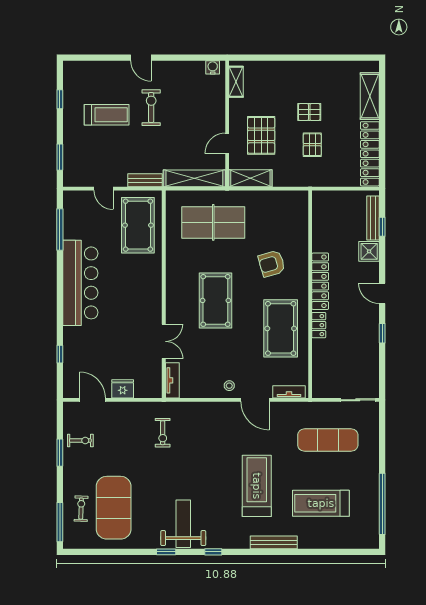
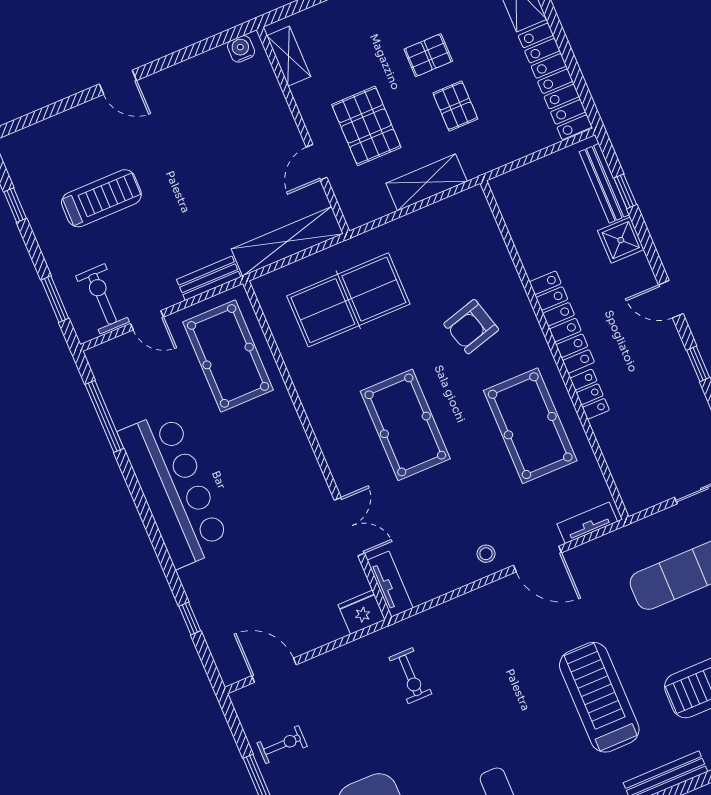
exercise bike: (151, 108) -> (102, 299), moved
shelving: (250, 178) -> (427, 182), moved
fridge: (123, 389) -> (362, 612), moved

